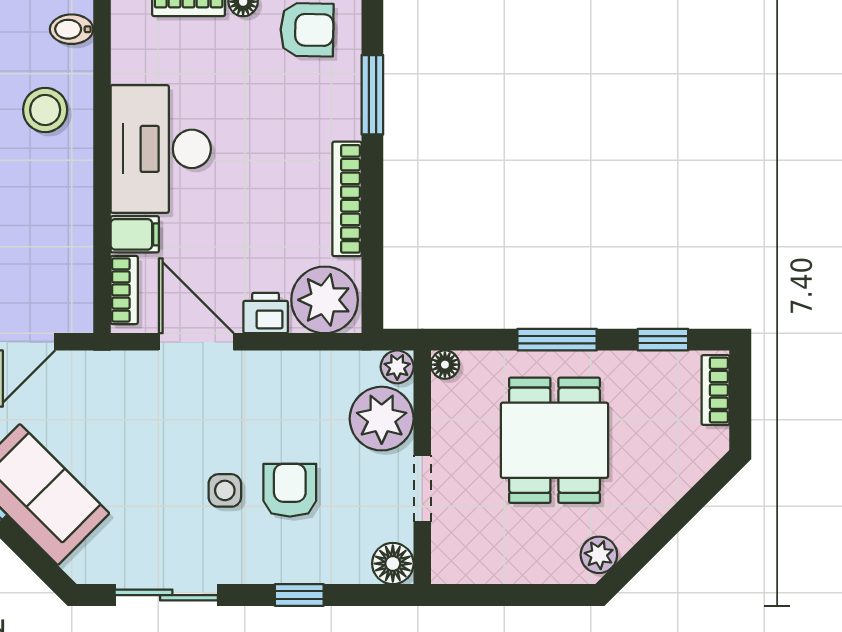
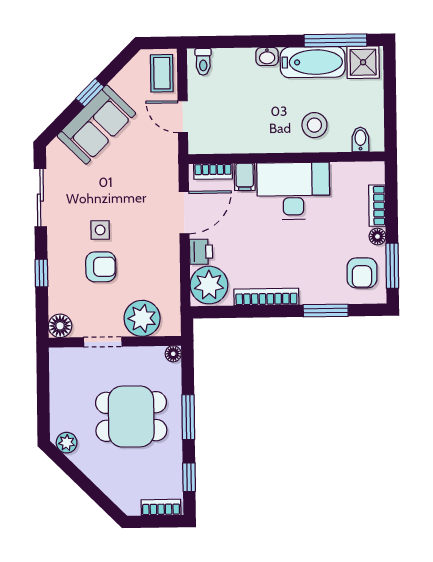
plant: (397, 367) -> (172, 327), removed

